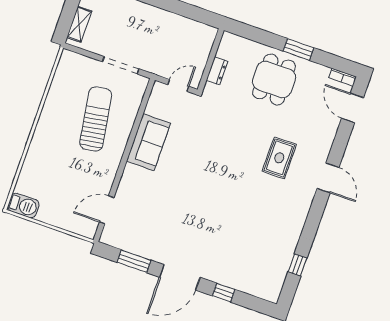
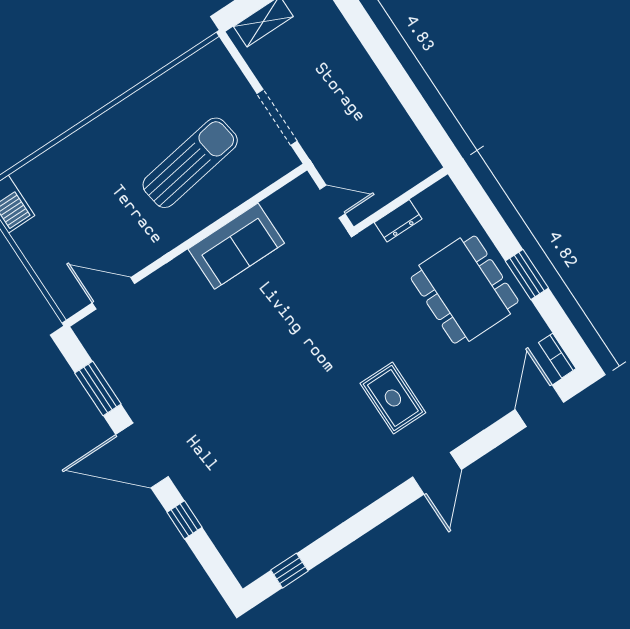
dining table: (274, 79) -> (465, 290), width x1.38
rug: (279, 158) -> (393, 398), turned 90
window: (298, 265) -> (289, 571), moved

